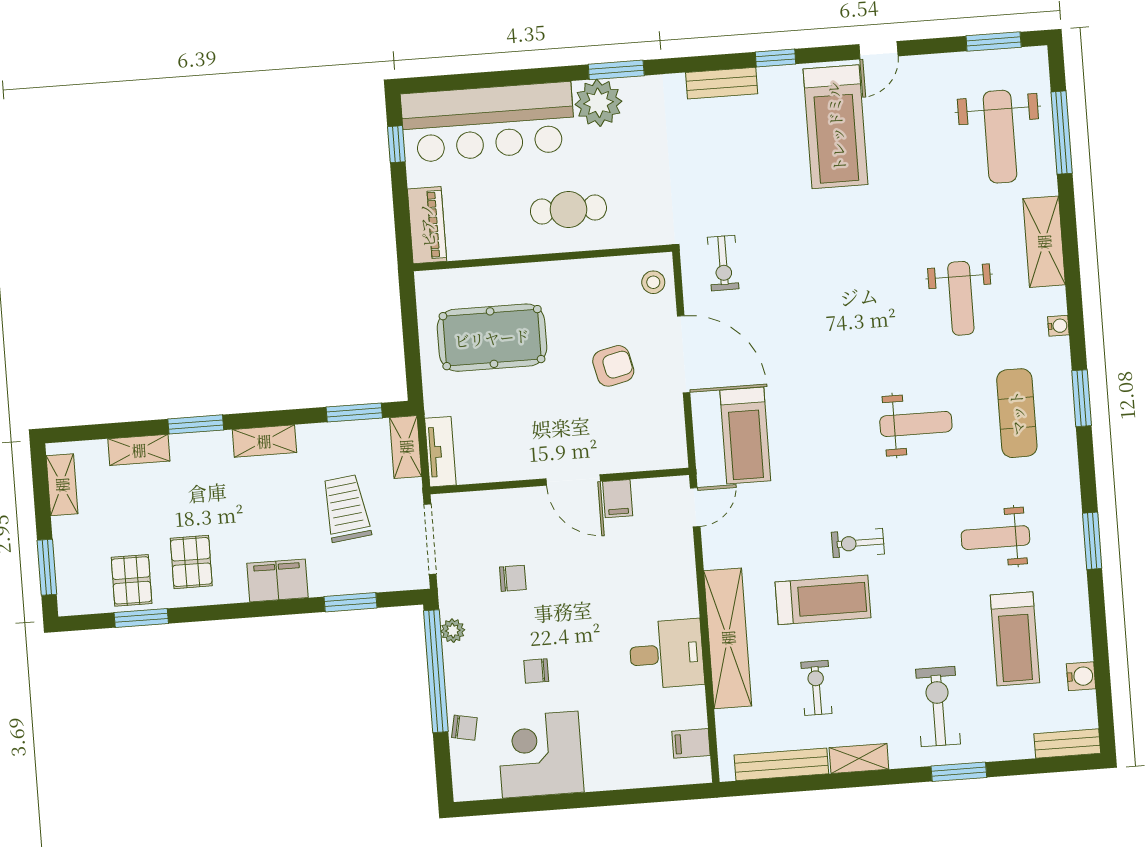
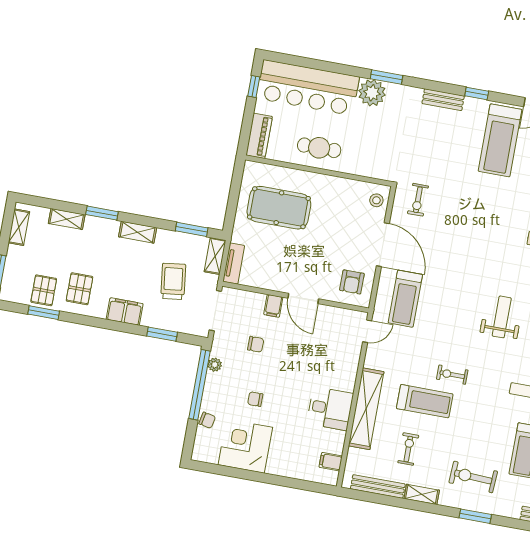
cafe table: (568, 209) -> (319, 148), moved
armchair: (613, 366) -> (352, 282), moved, turned 103
weight bench: (916, 424) -> (502, 317), turned -90
filing cabinet: (618, 499) -> (273, 306), moved
exercise bike: (938, 707) -> (473, 477), turned -87

